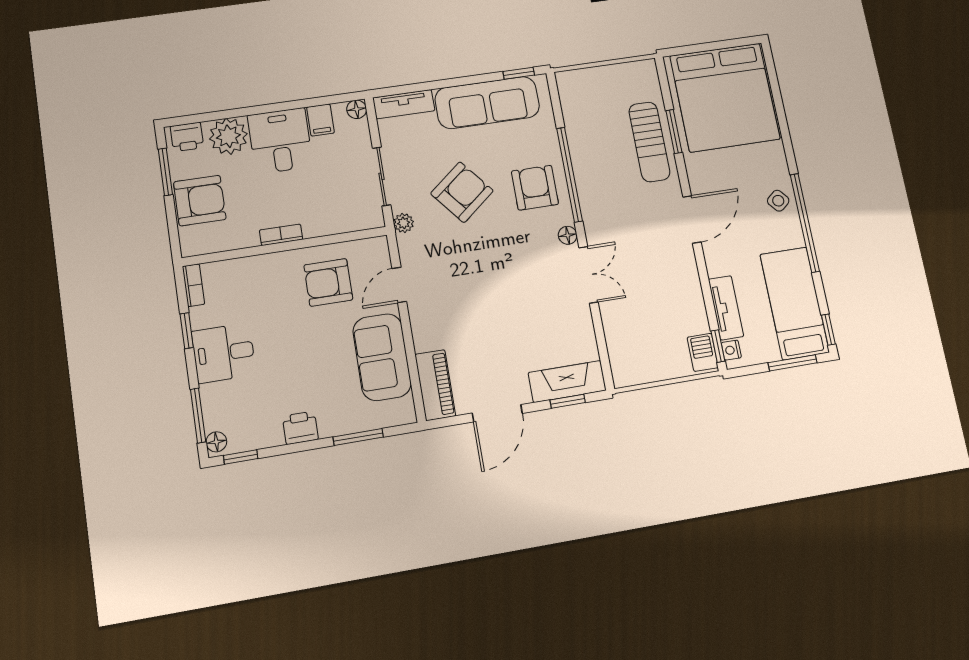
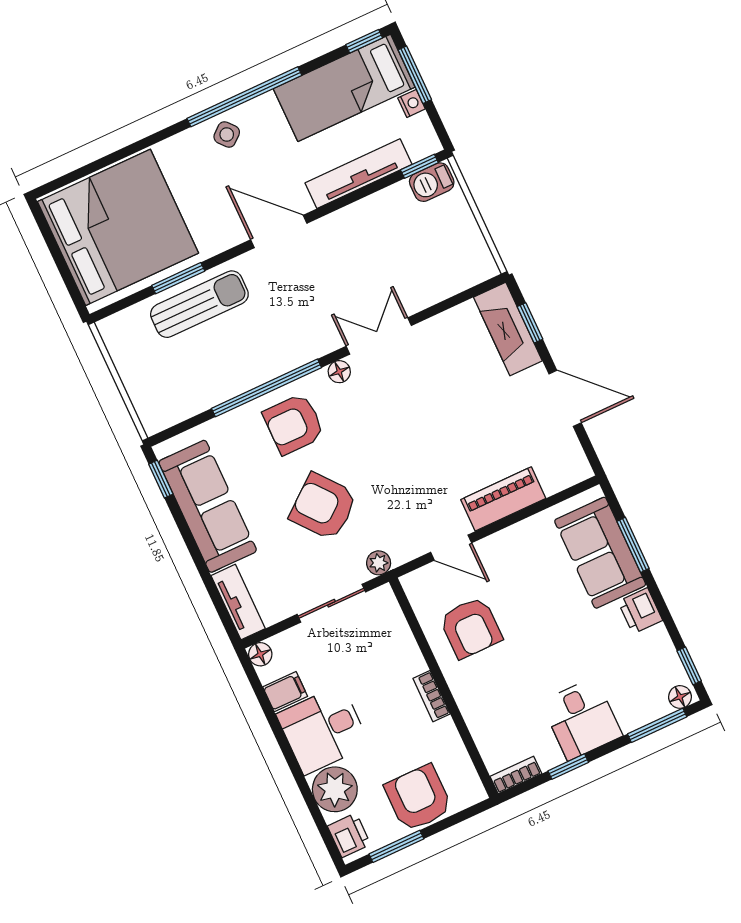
tv unit: (726, 308) -> (358, 174), width x1.41
nightstand: (731, 350) -> (412, 103), moved, turned -90
sofa: (382, 357) -> (600, 553), moved, turned 90
piano: (435, 385) -> (503, 499), moved

